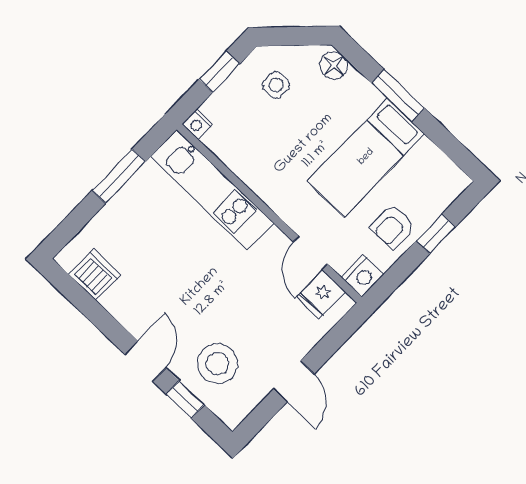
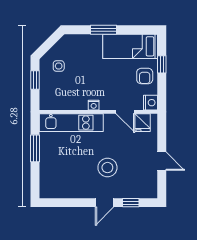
floor lamp: (334, 66) -> (72, 41), removed
nightstand: (197, 124) -> (94, 105), moved
bed: (366, 157) -> (130, 46), moved, turned 90
dishwasher: (95, 275) -> (59, 190), removed
door: (145, 361) -> (105, 203), swing flipped
stool: (218, 364) -> (107, 168), moved

